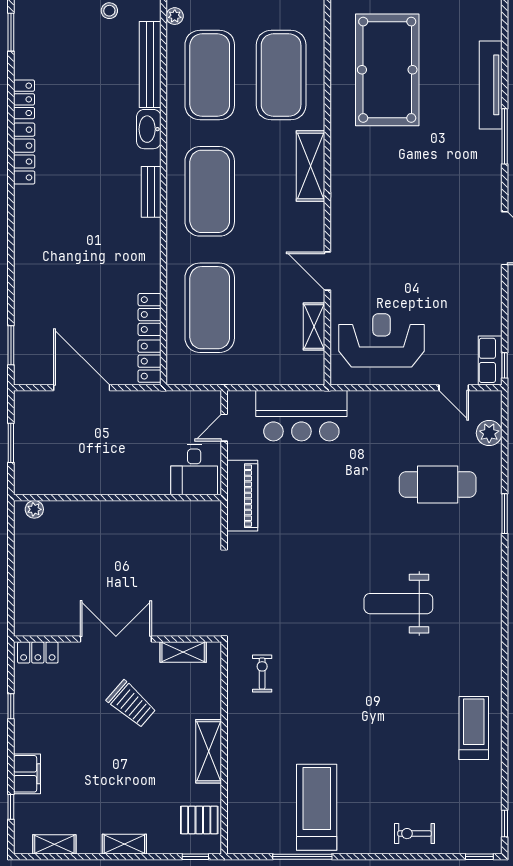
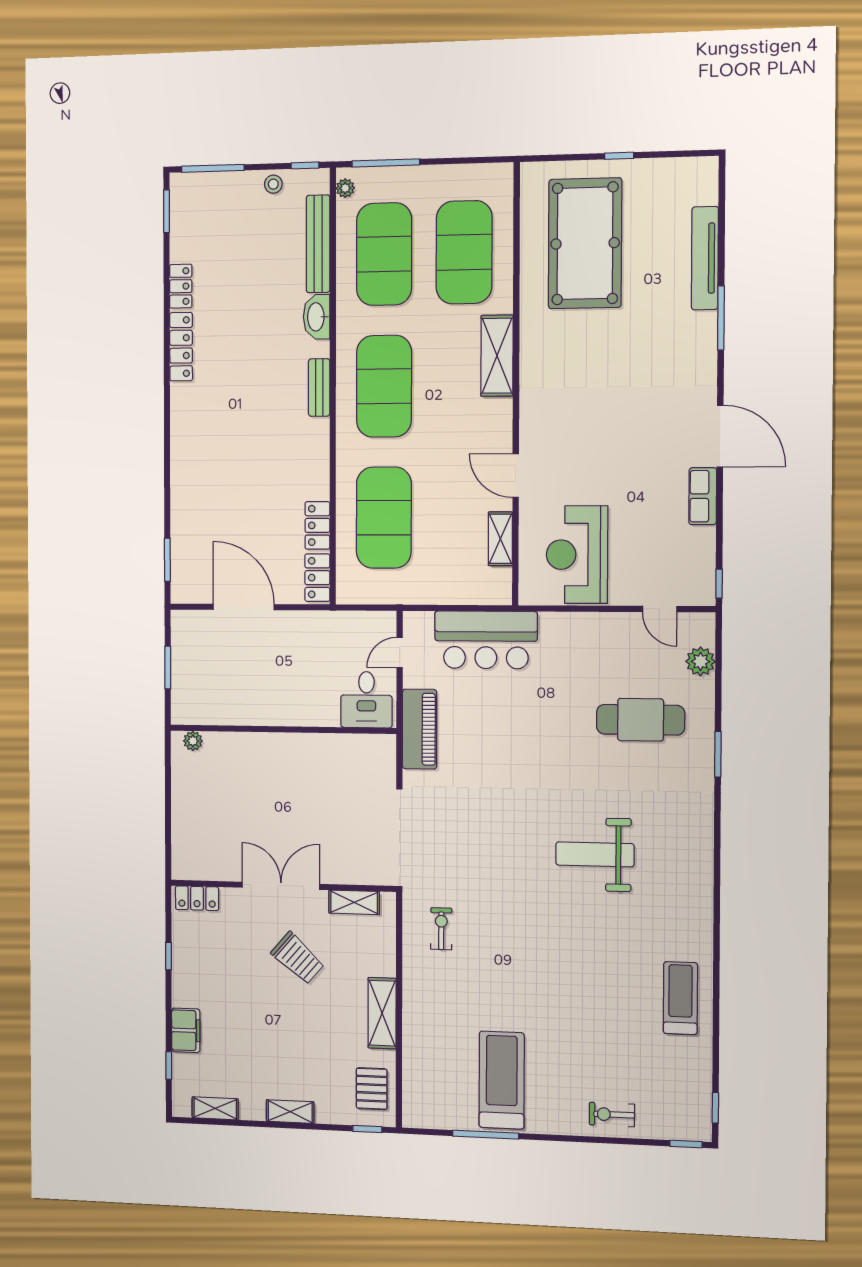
reception desk: (381, 340) -> (577, 555), turned -90
row of seats: (490, 360) -> (703, 496), moved
pallet: (199, 820) -> (372, 1089), turned 90

